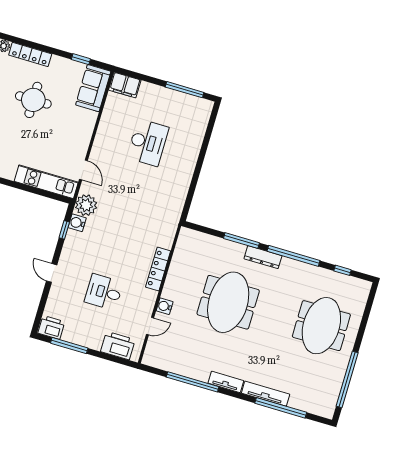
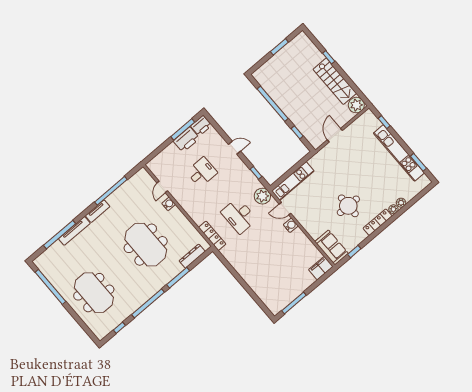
desk: (148, 143) -> (239, 216), moved
water cooler: (77, 223) -> (291, 225), moved
dresser: (263, 257) -> (192, 256), moved
locker: (158, 269) -> (212, 236), moved
printer: (118, 346) -> (186, 140), moved

